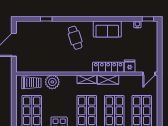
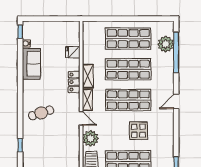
sofa: (107, 29) -> (31, 64), moved
locker: (108, 67) -> (74, 82), width x0.66
door: (149, 74) -> (81, 118), moved

